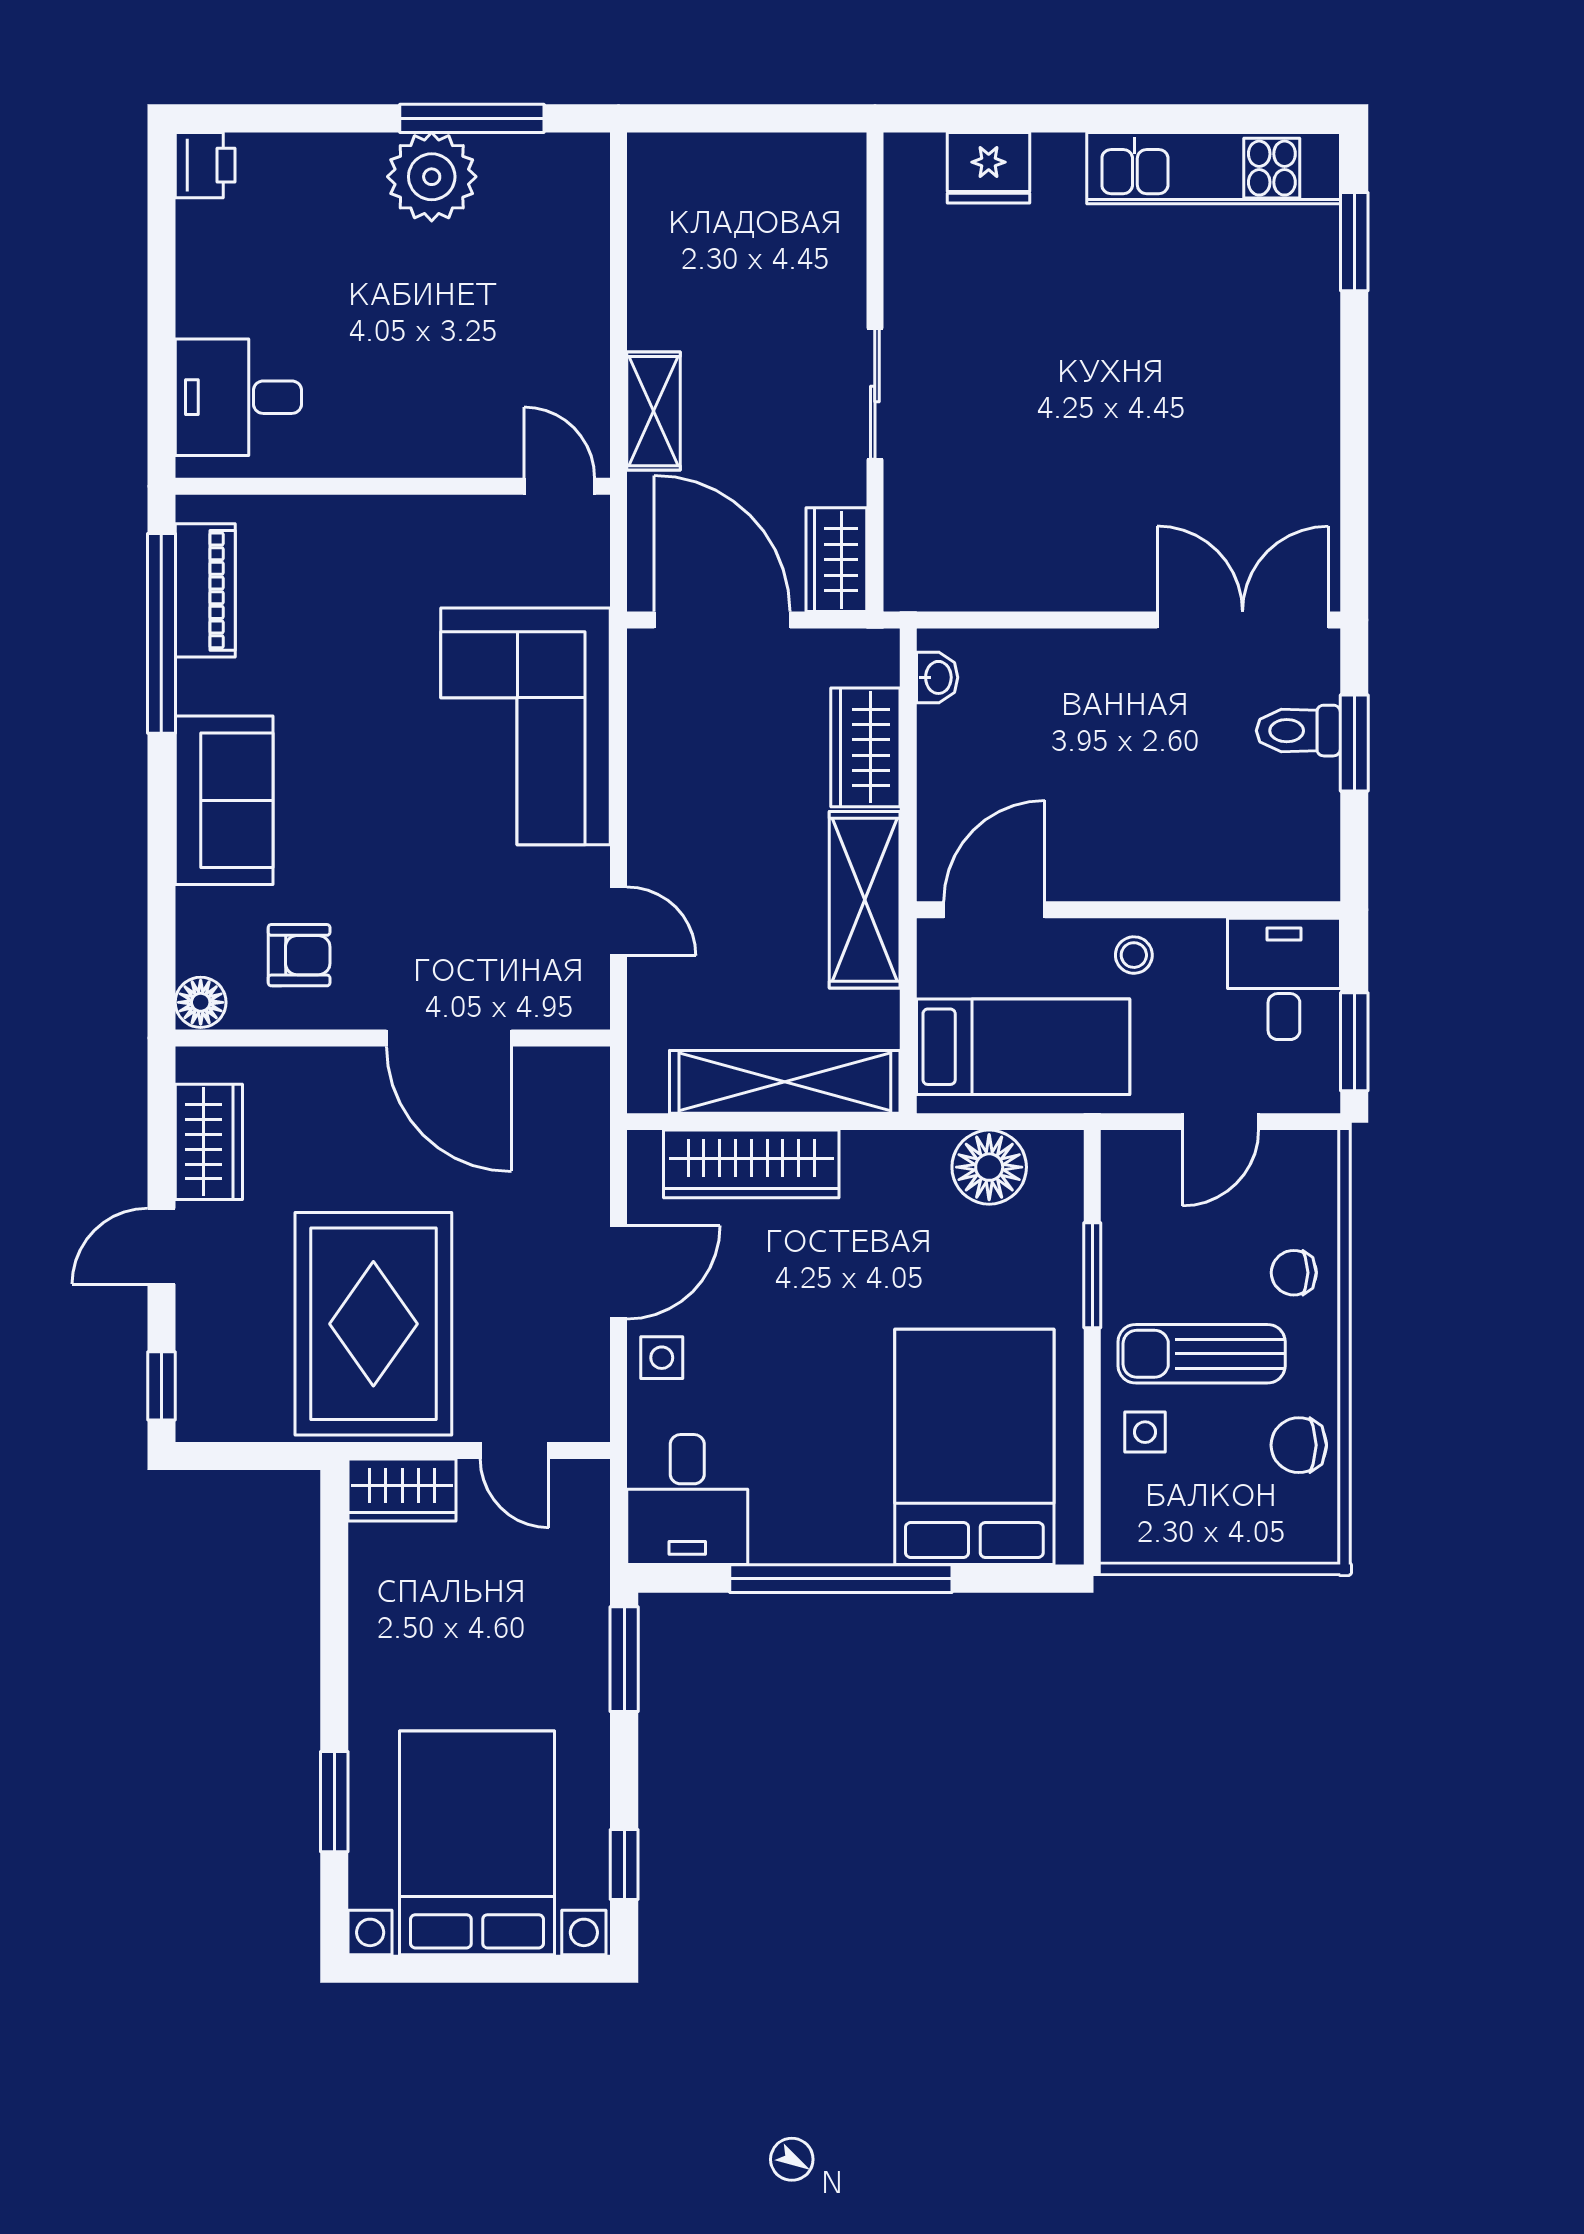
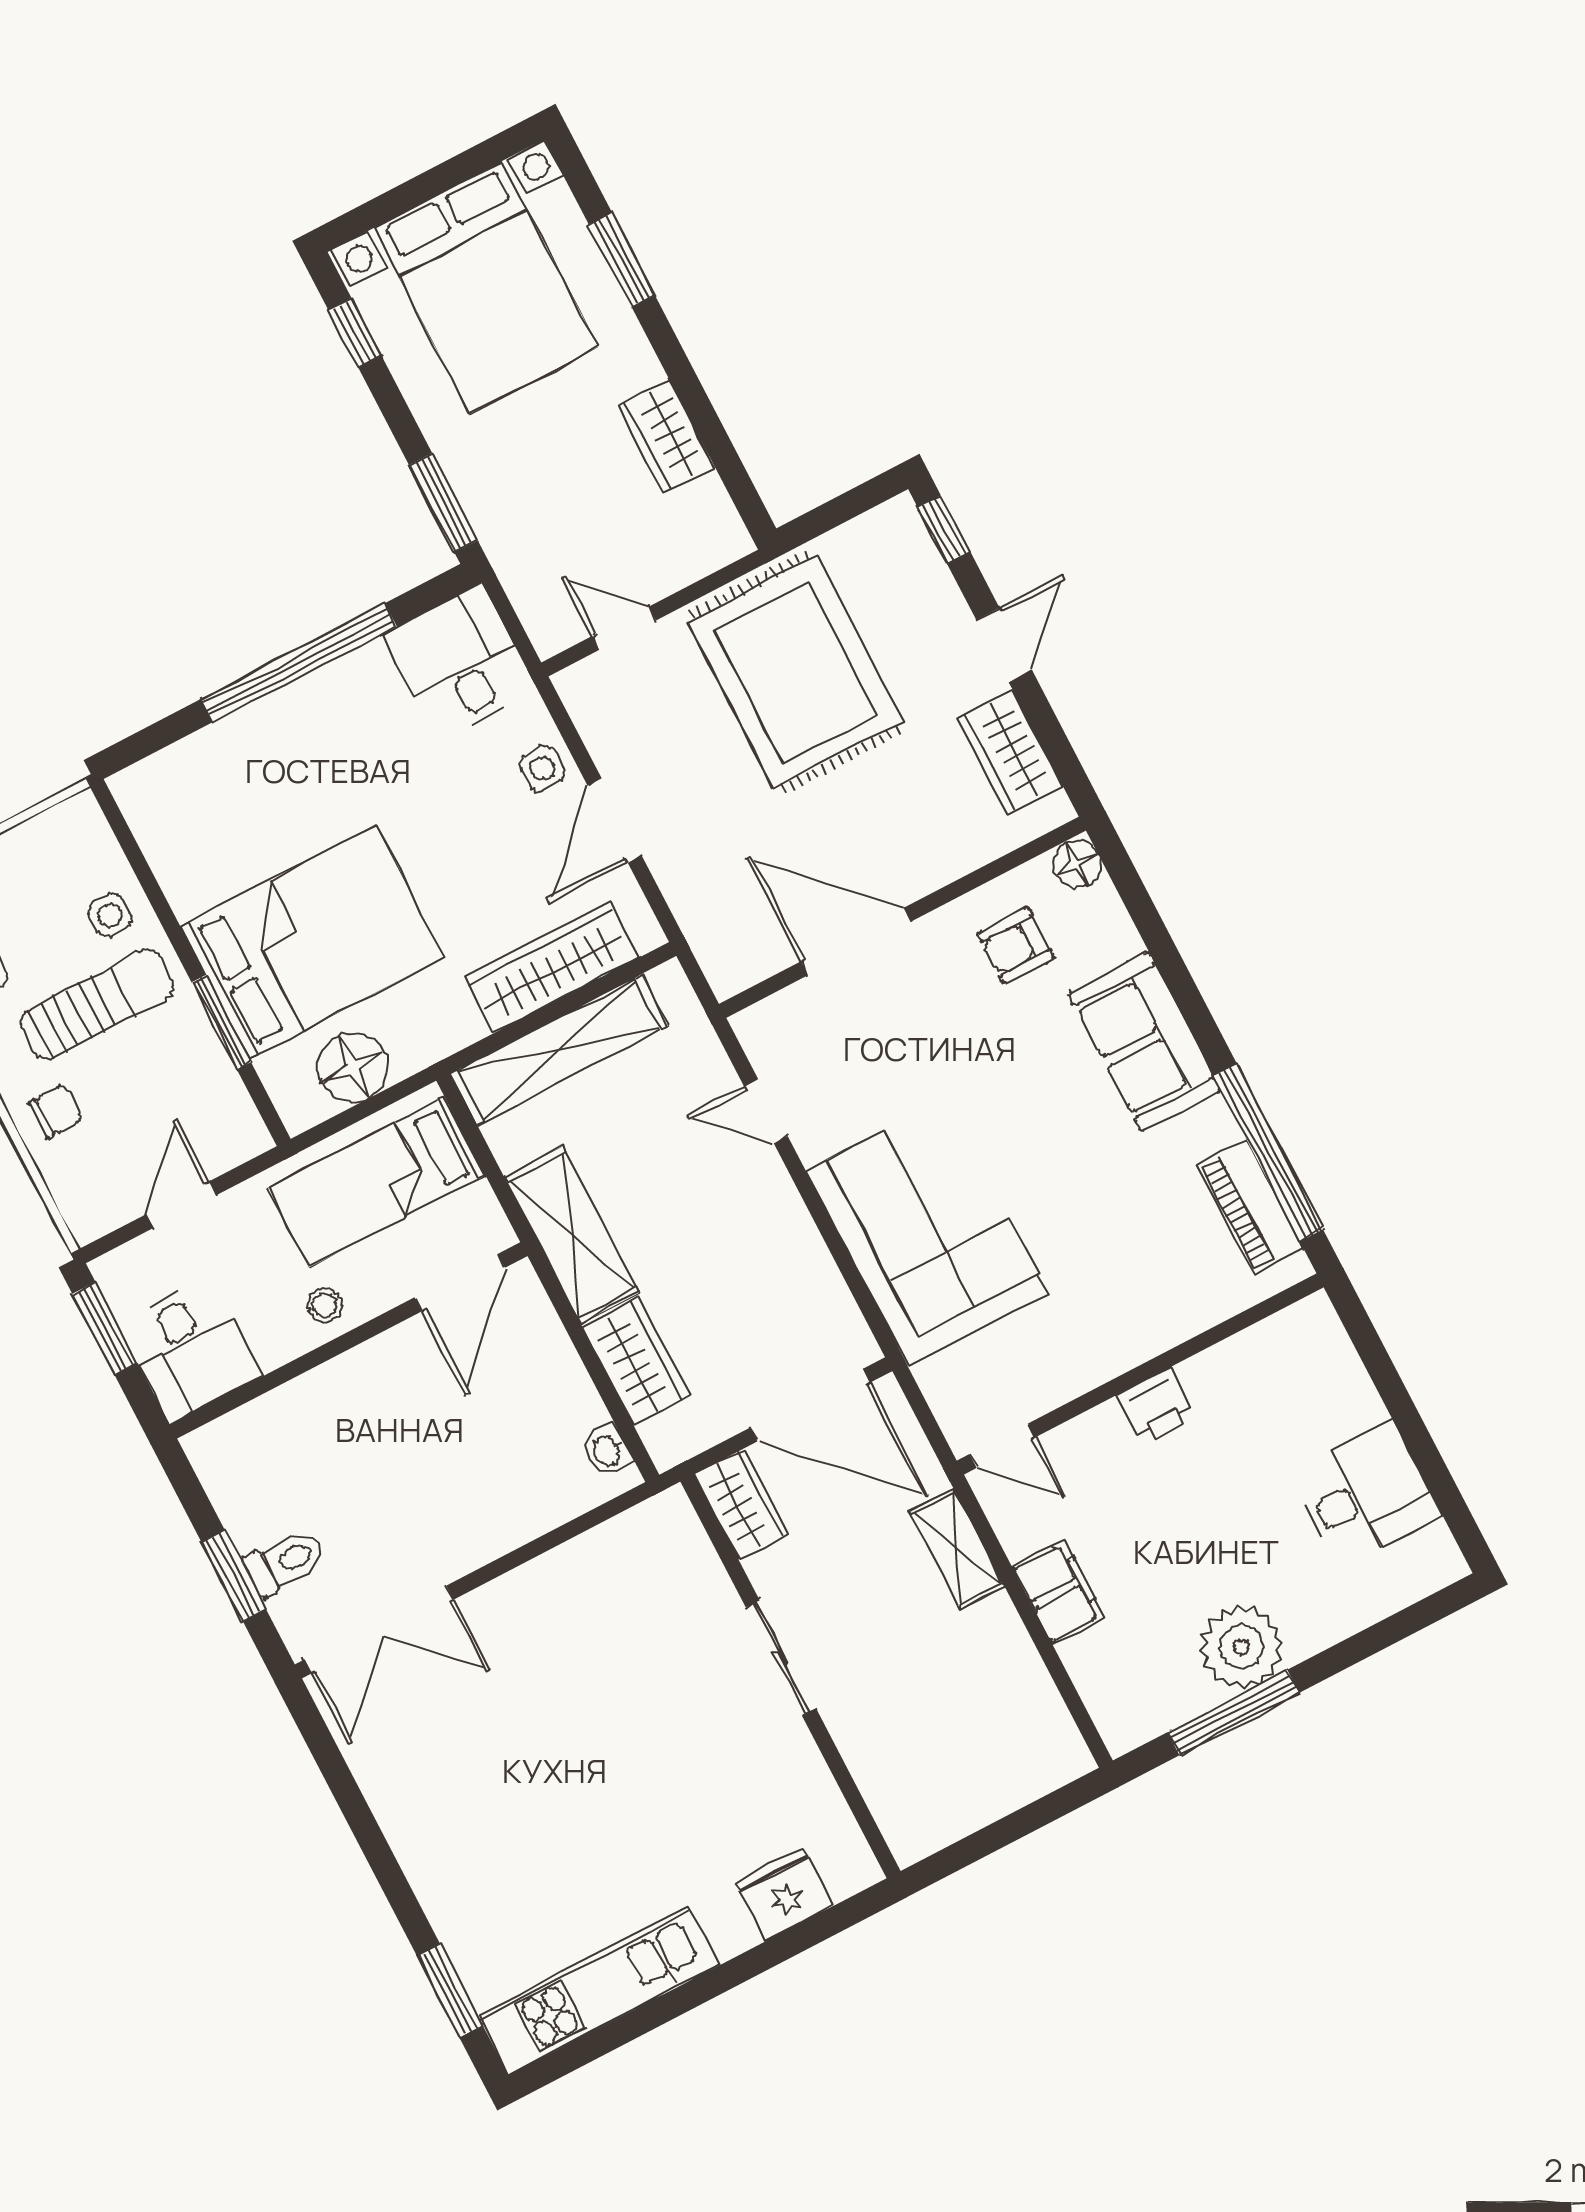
printer: (205, 165) -> (1156, 1406), moved, turned -90
filing cabinet: (578, 319) -> (1059, 1592), added
desk: (238, 397) -> (1365, 1494), moved
bed: (974, 1447) -> (312, 942), moved, turned -90
wardrobe: (402, 1490) -> (666, 436), moved, turned -90

